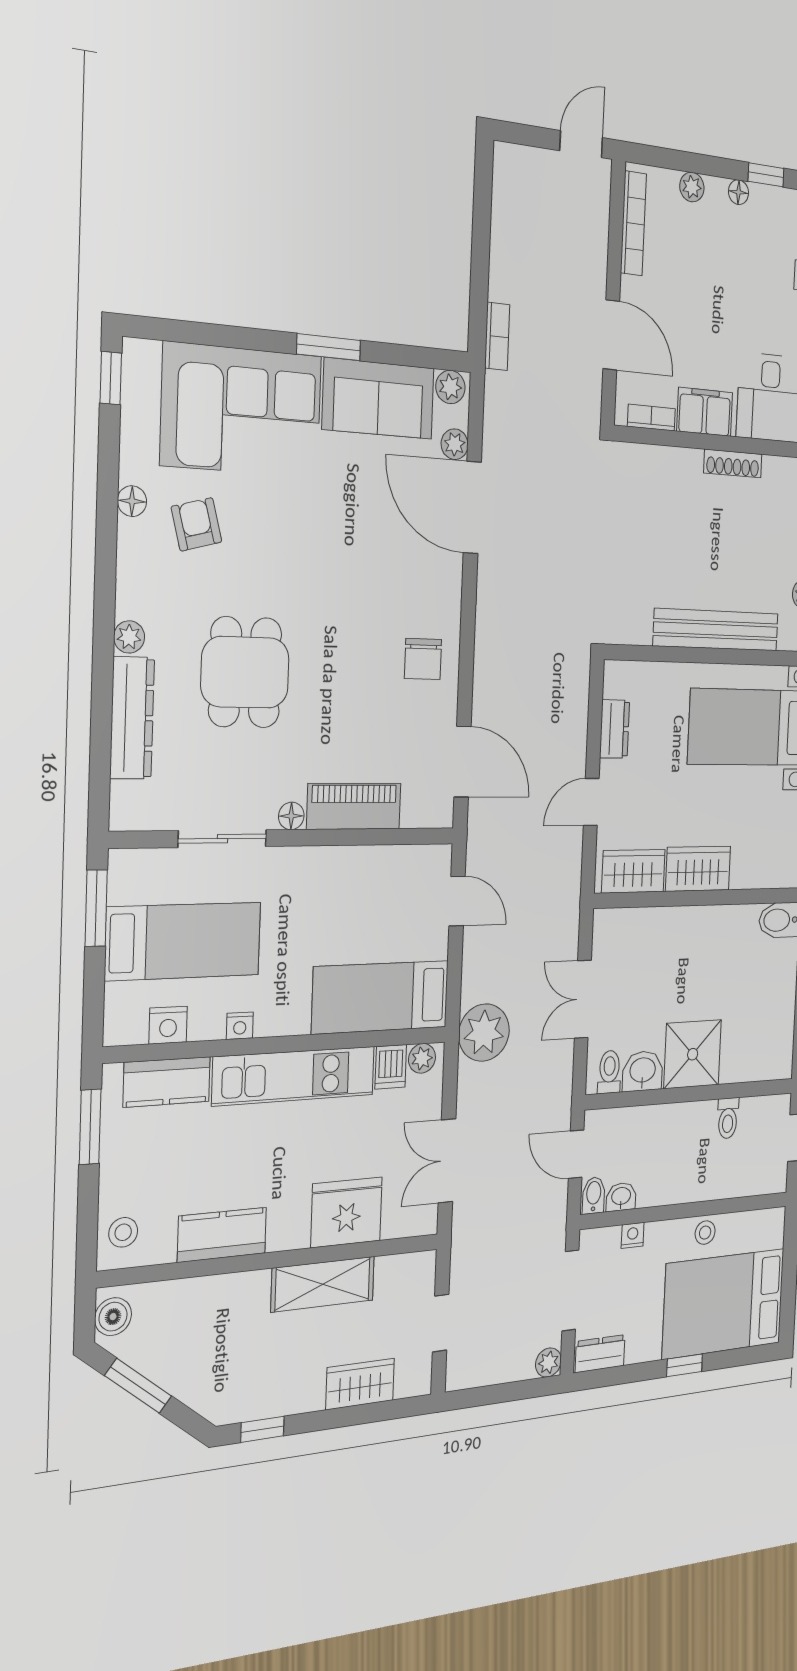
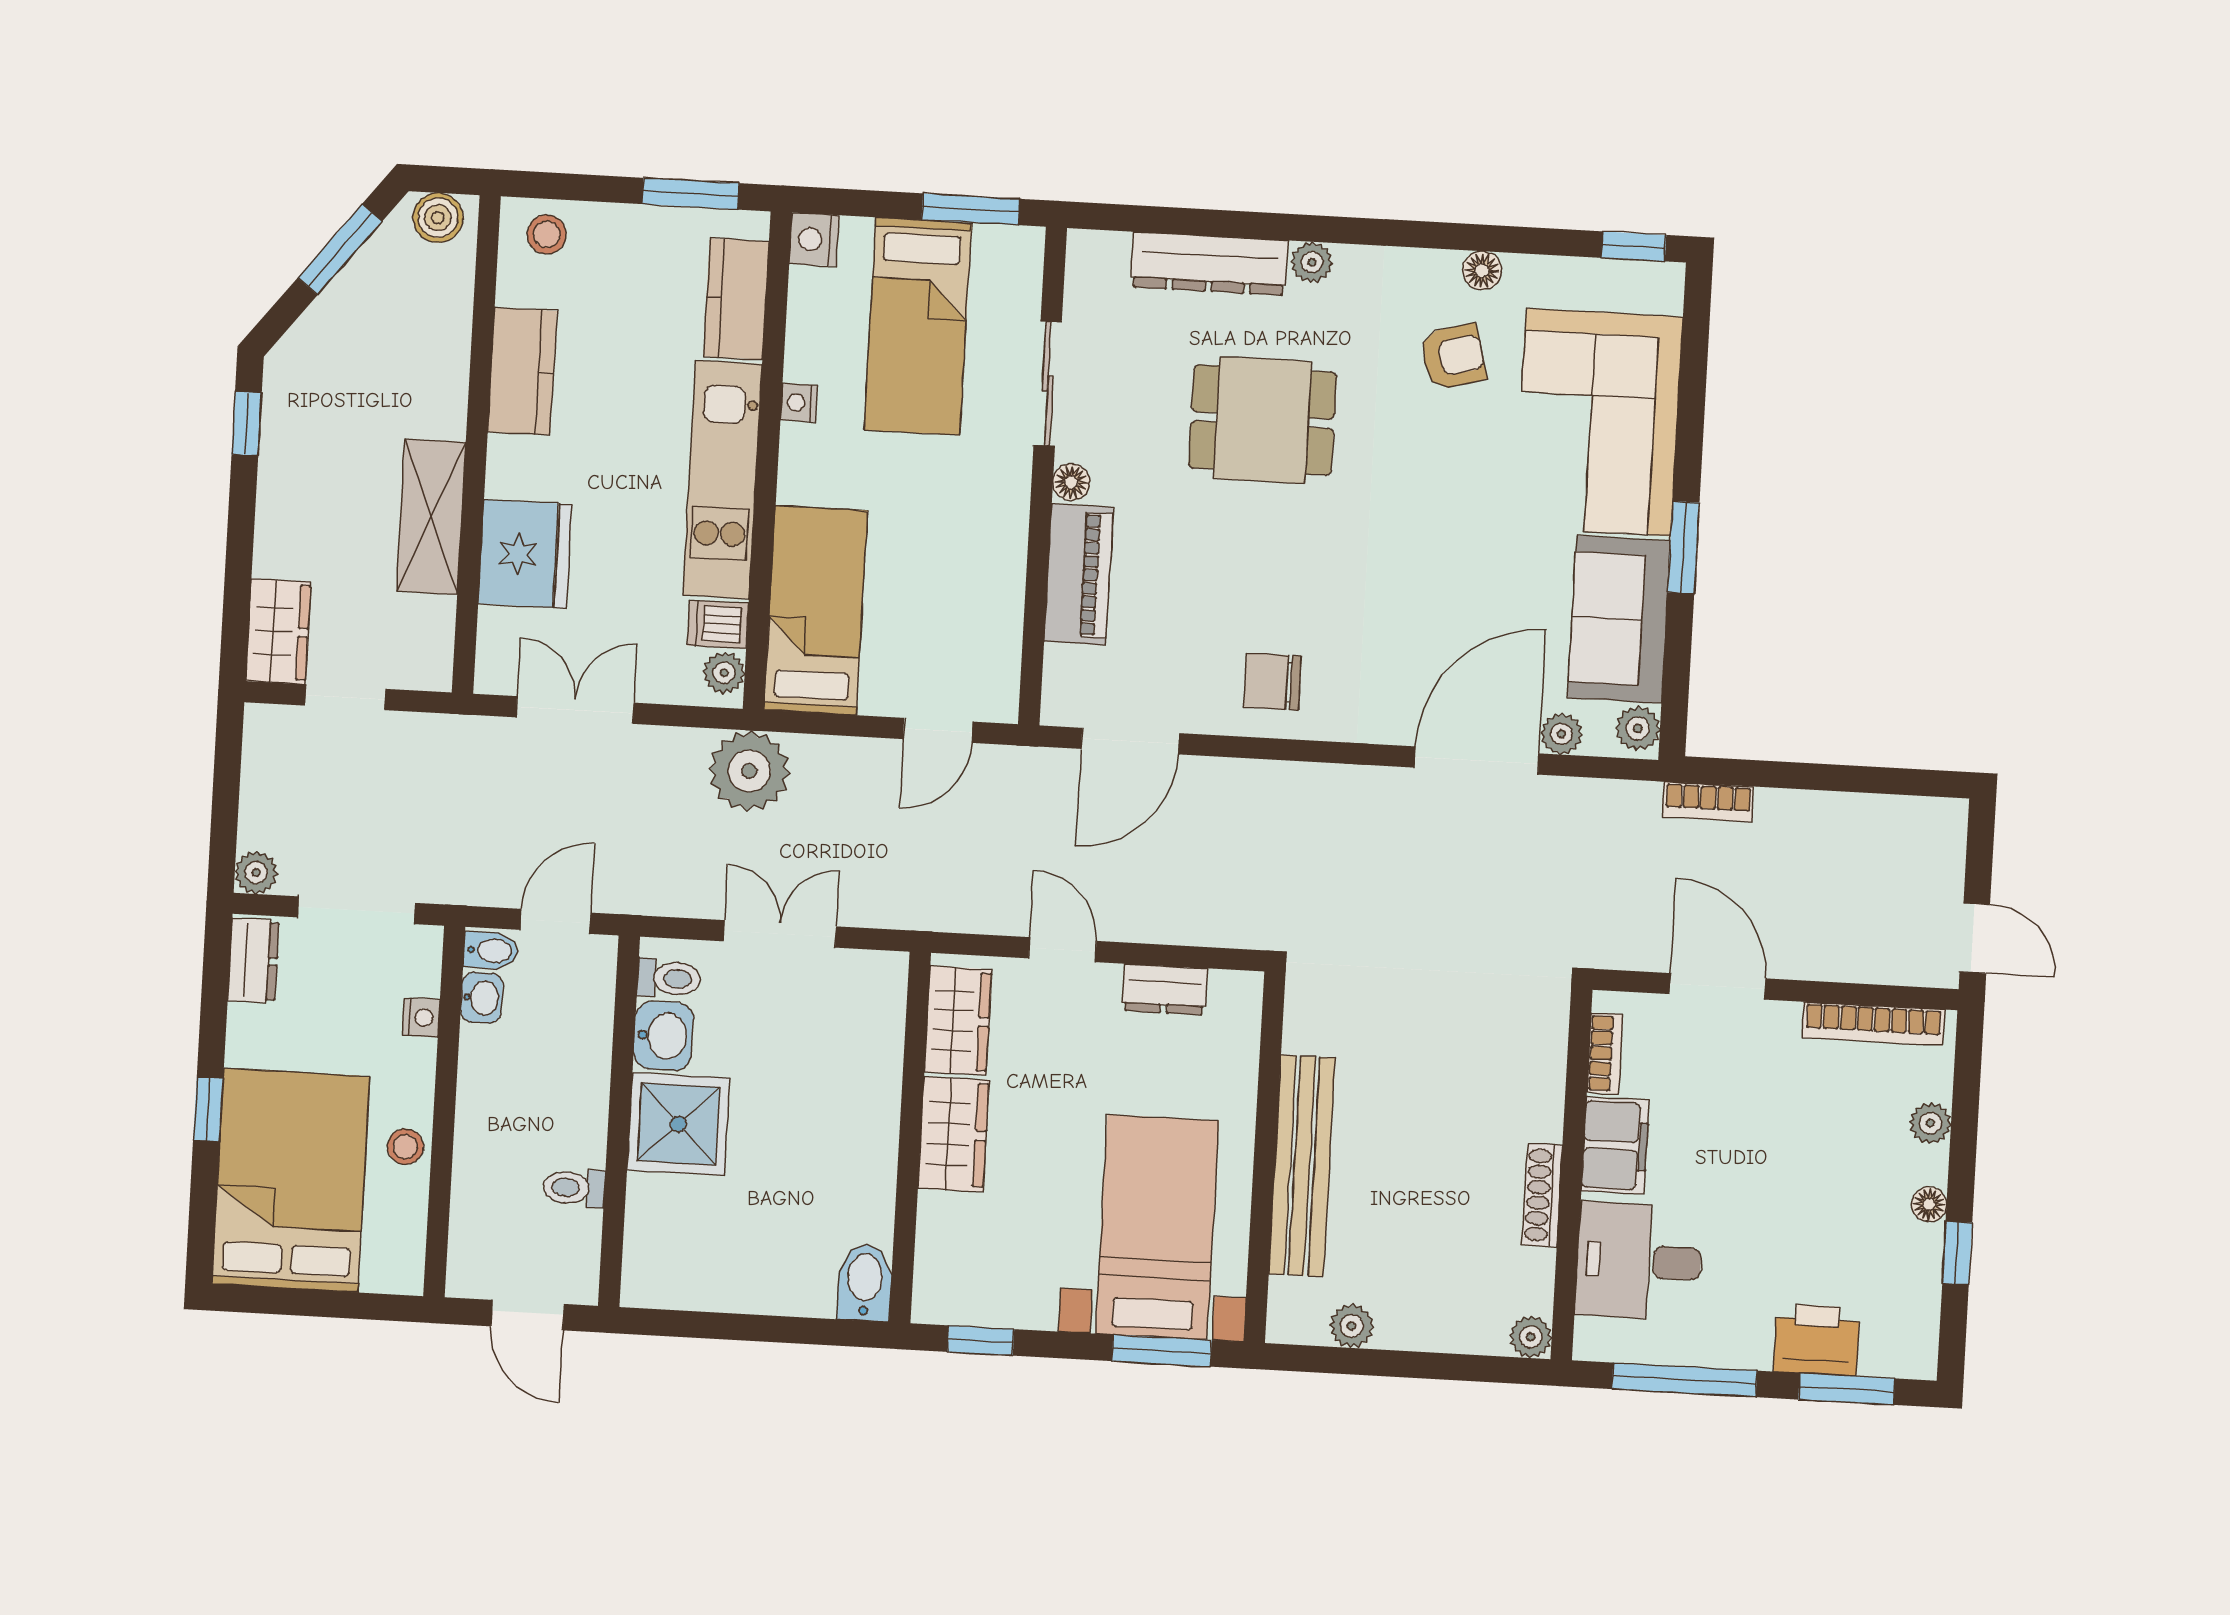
door: (611, 335) -> (1718, 986), swing flipped
nightstand: (168, 1025) -> (814, 240), moved
wardrobe: (360, 1384) -> (278, 631), moved

